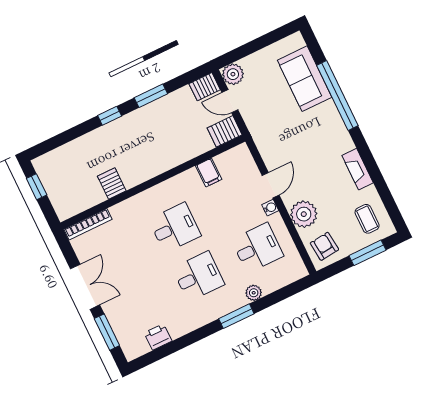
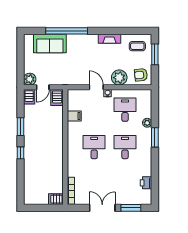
server rack: (112, 184) -> (56, 199), moved
window: (37, 187) -> (39, 208), removed

